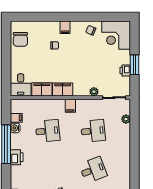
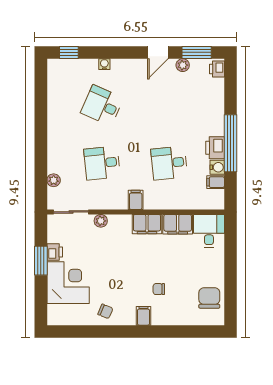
corner desk: (116, 35) -> (68, 283), moved
printer: (17, 157) -> (215, 148), moved
desk: (93, 170) -> (102, 105), turned 45

